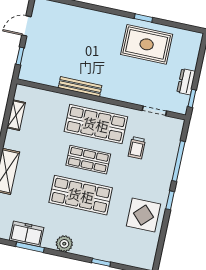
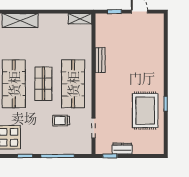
bench: (80, 87) -> (100, 60), width x0.73
shelving: (16, 115) -> (80, 19), moved

